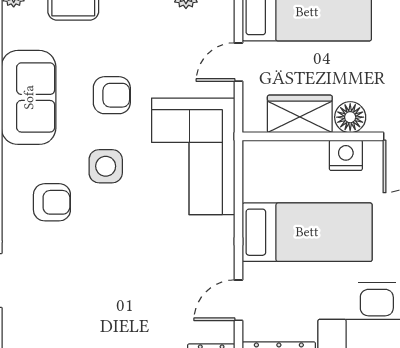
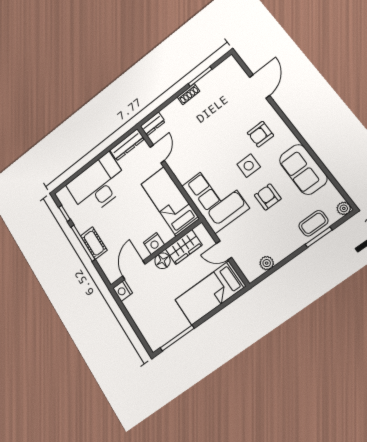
door: (239, 62) -> (224, 250), swing flipped
armchair: (112, 95) -> (268, 197), turned 90
bed: (307, 232) -> (170, 201), moved, turned 90

